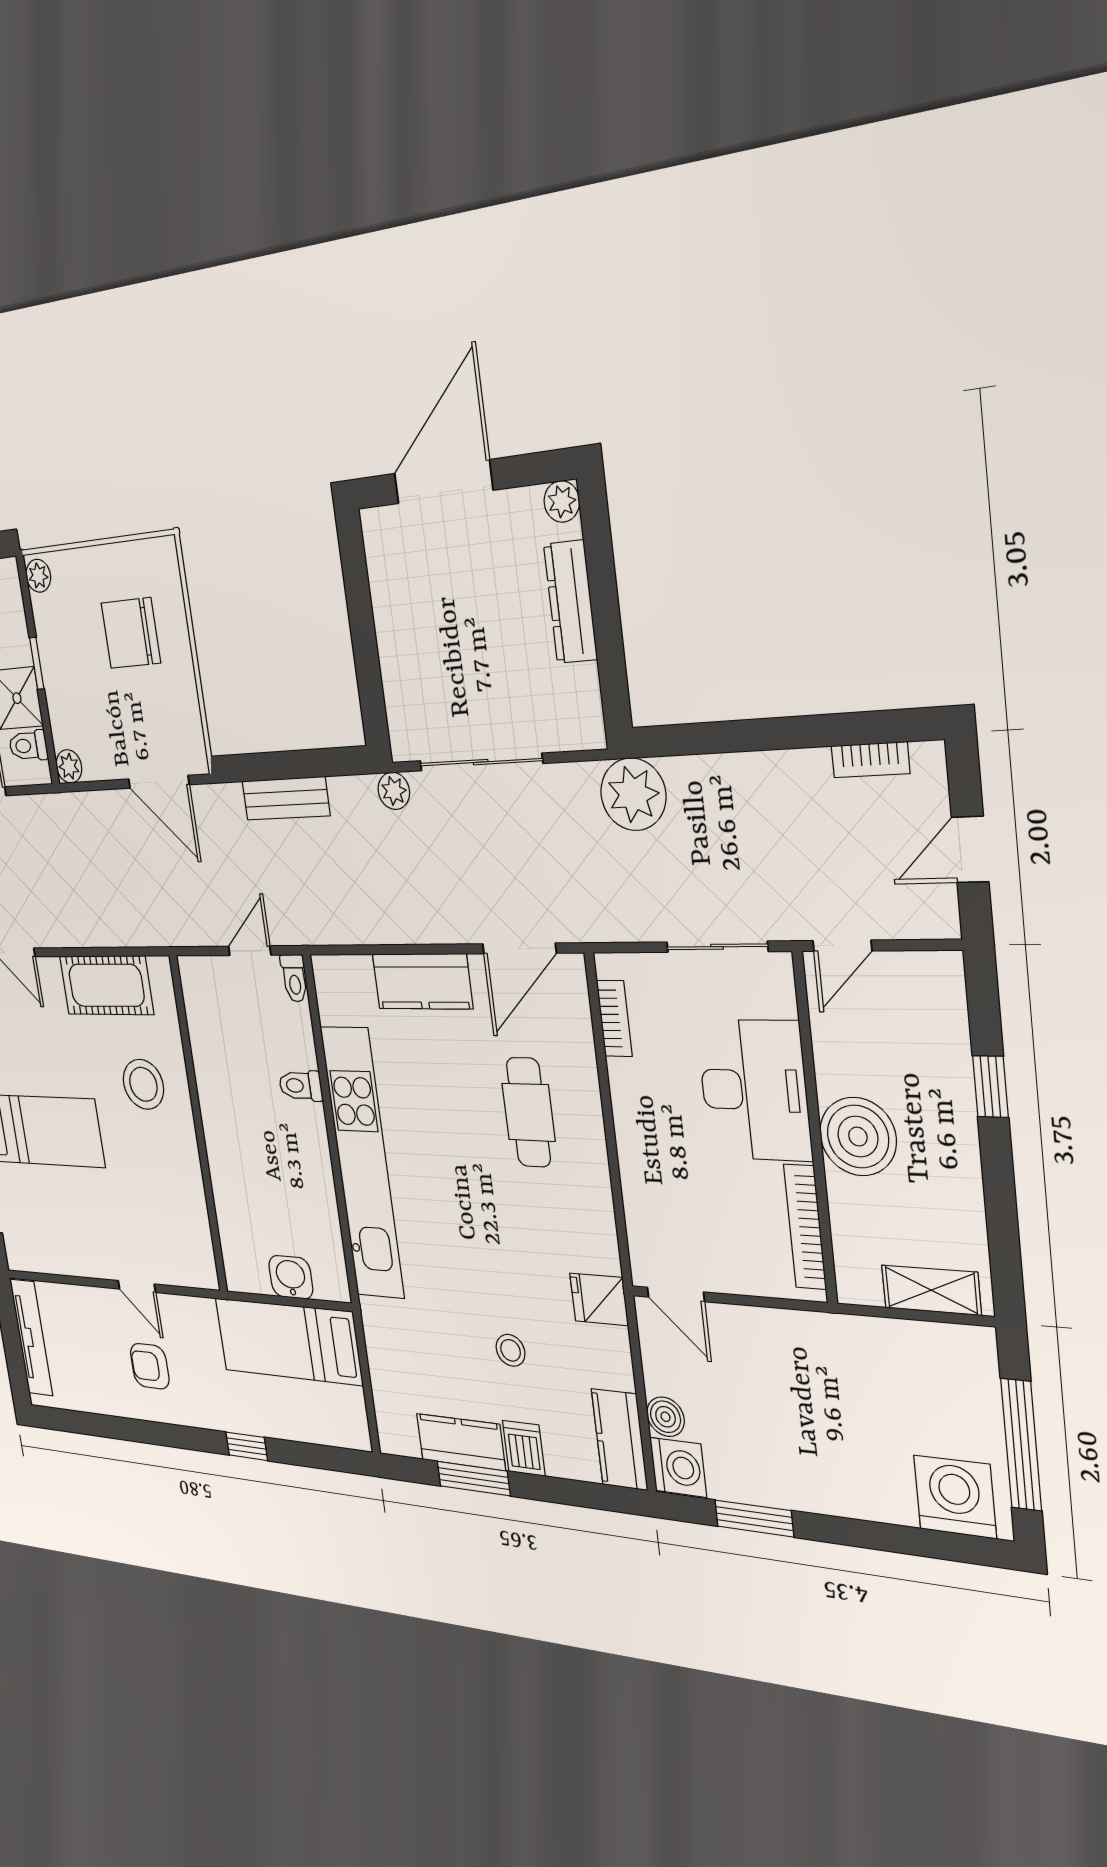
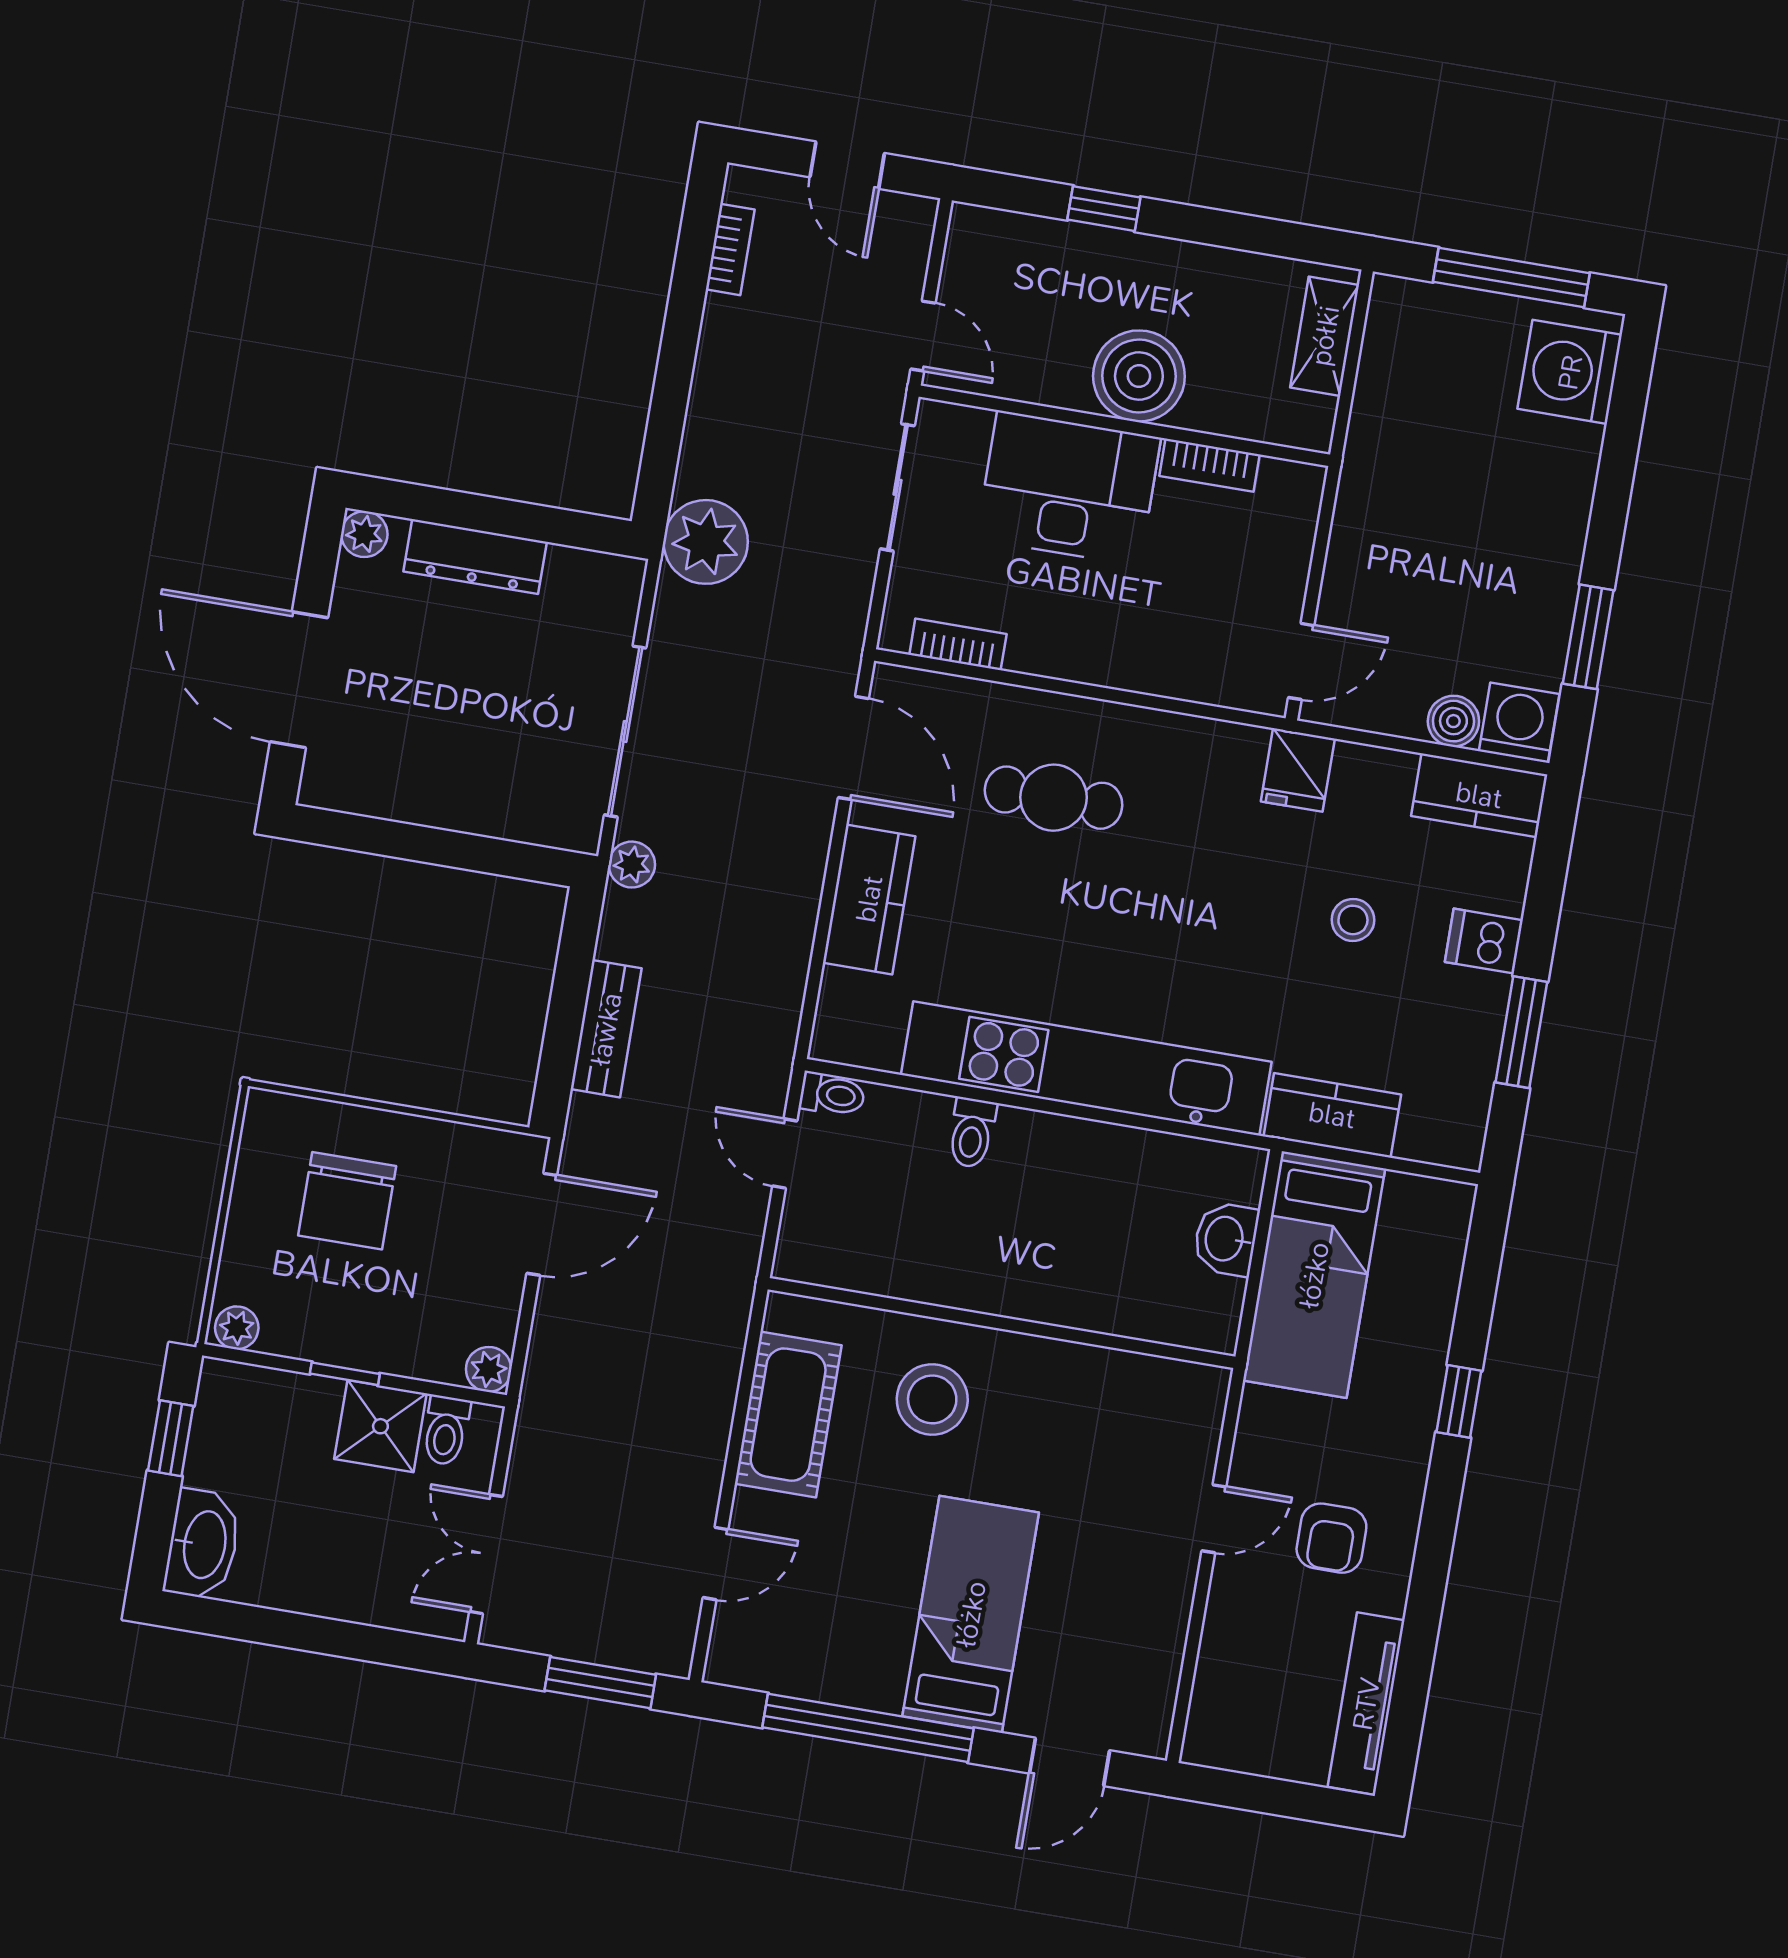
bookcase: (805, 1227) -> (1210, 465), width x0.64
tv unit: (31, 1338) -> (1366, 1704), moved, turned -90
kitchen counter: (461, 1442) -> (1332, 1115), moved, turned 90

